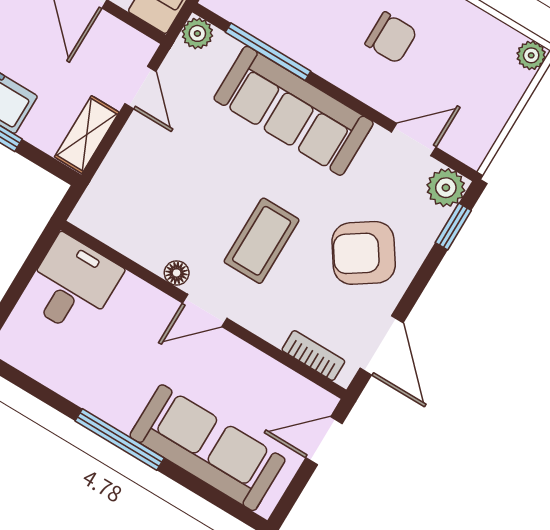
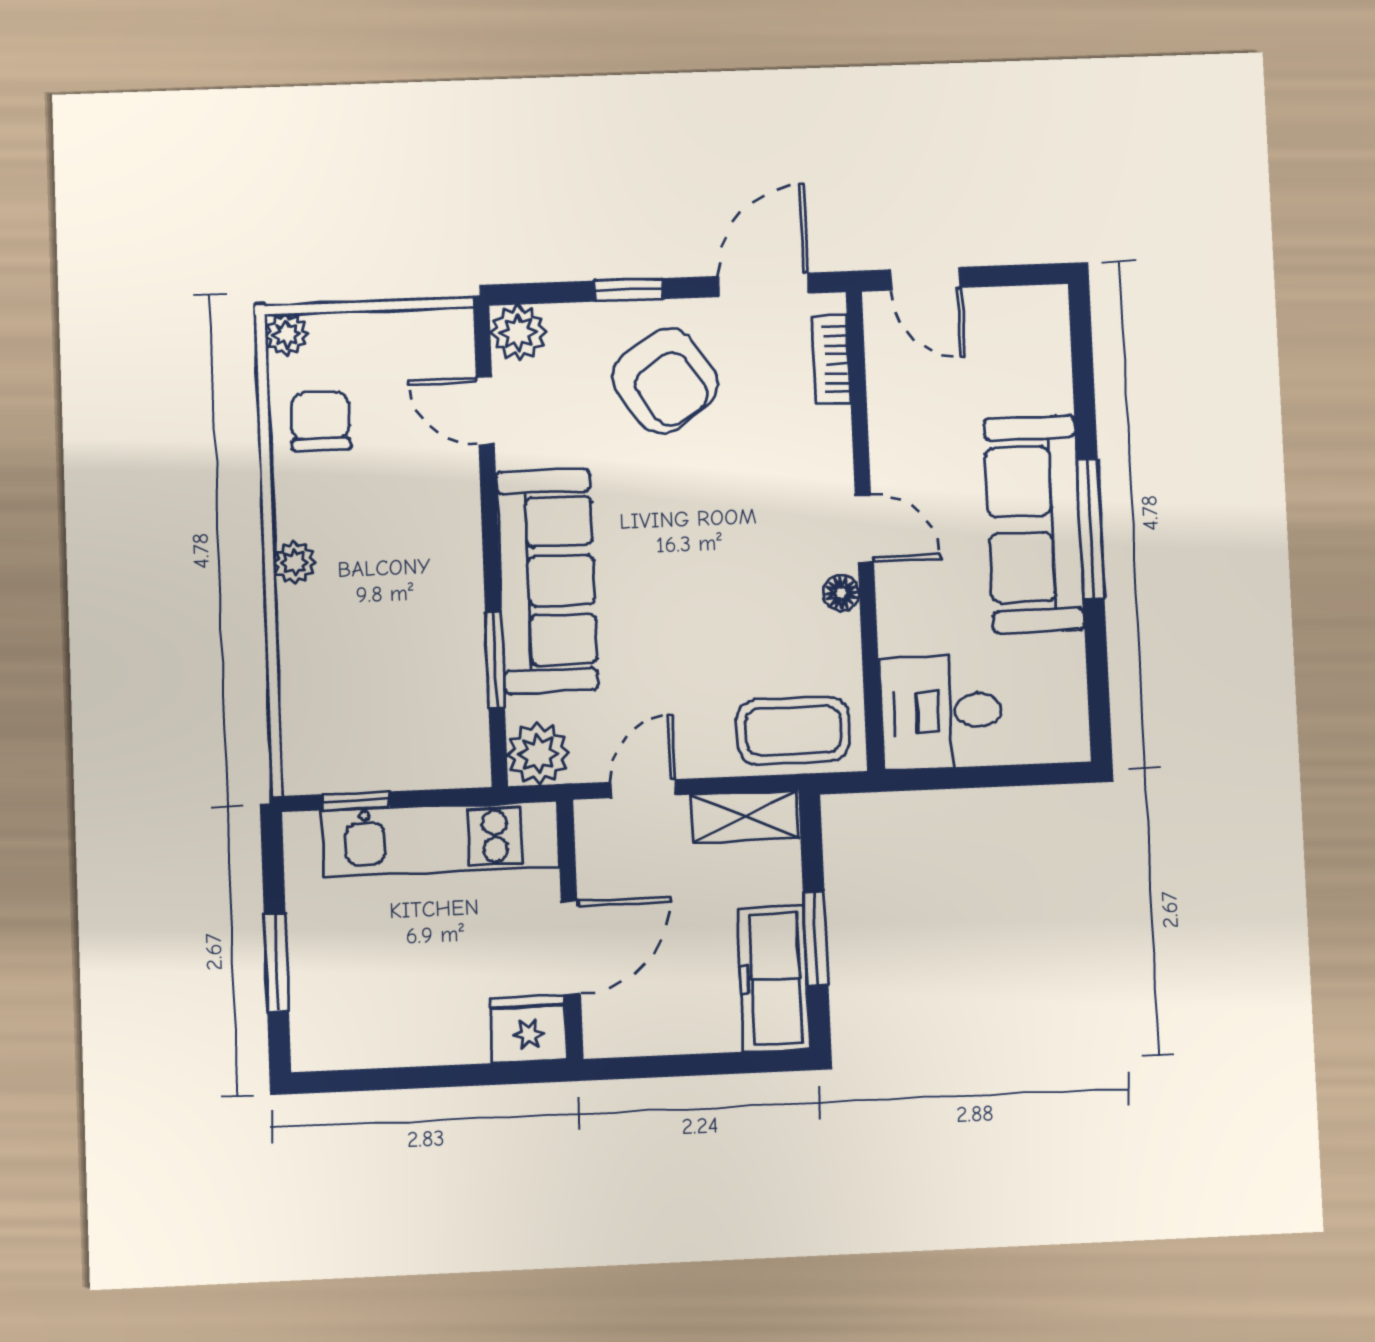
plant: (197, 33) -> (538, 753), width x1.38, depth x1.38
chair: (391, 38) -> (320, 421), moved
window: (268, 52) -> (495, 660), width x0.69
window: (453, 227) -> (629, 290), moved
coffee table: (262, 241) -> (793, 730), moved
sofa: (208, 448) -> (1034, 524), moved

